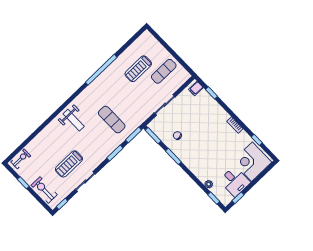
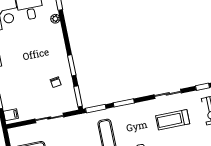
treadmill: (69, 164) -> (173, 120), turned 180

